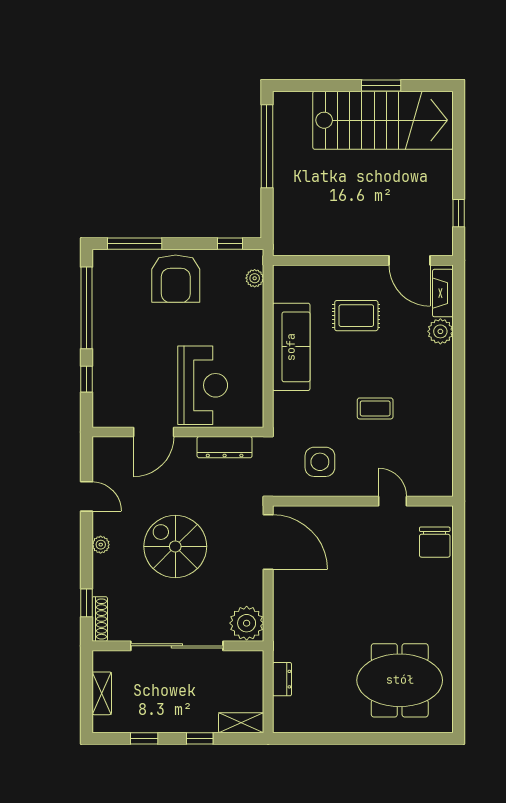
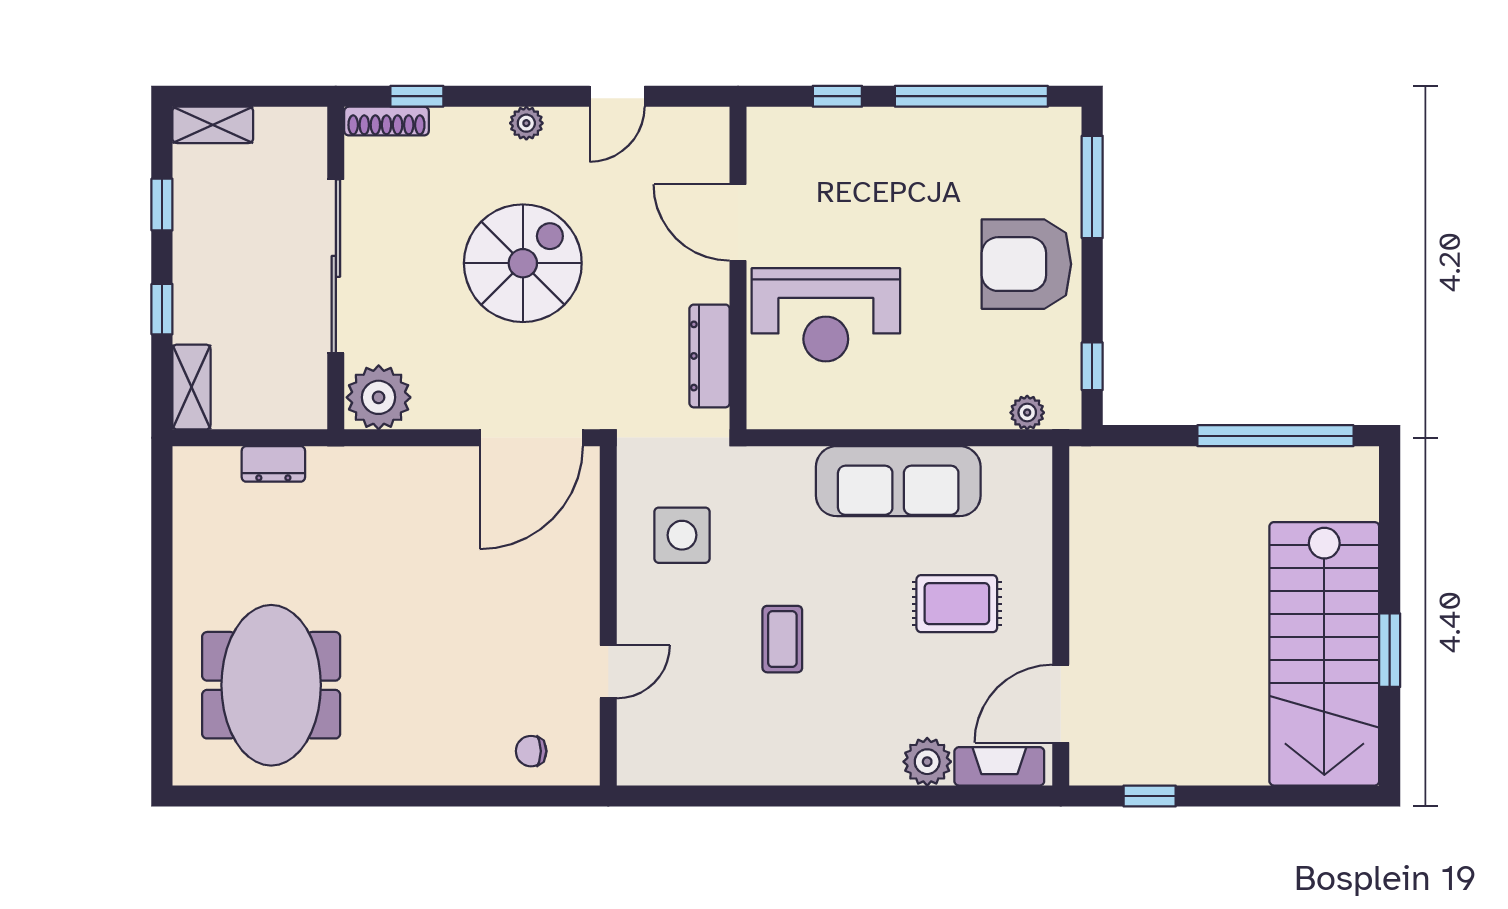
rug: (356, 316) -> (957, 604), turned 90
chair: (435, 542) -> (531, 751), width x0.54, depth x0.54
shelving: (102, 693) -> (213, 125), moved

